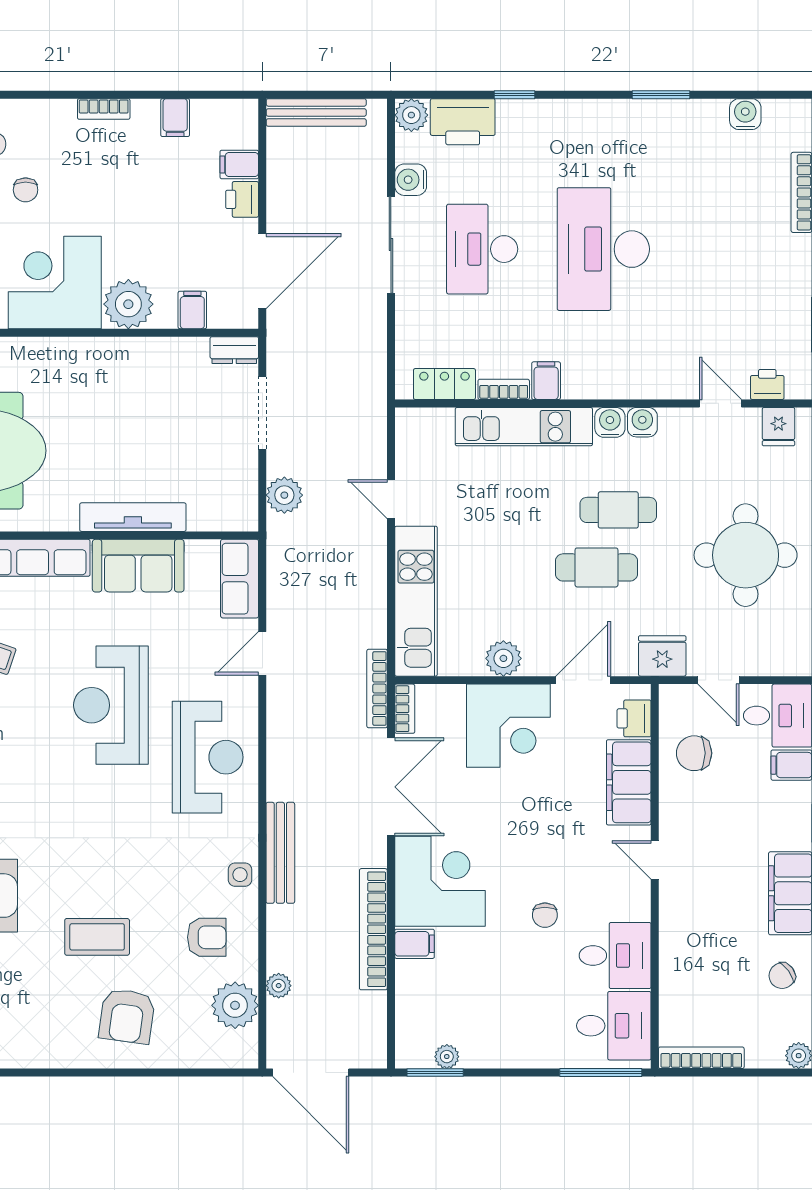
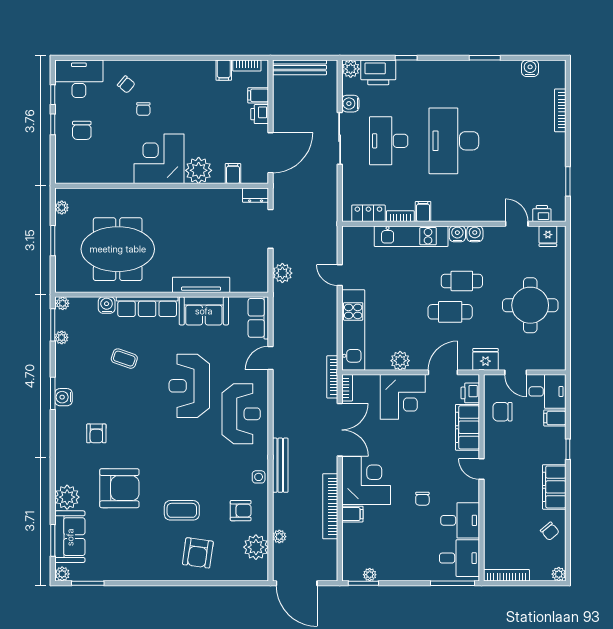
bookcase: (104, 109) -> (247, 66), moved
chair: (782, 976) -> (550, 531), turned -94

